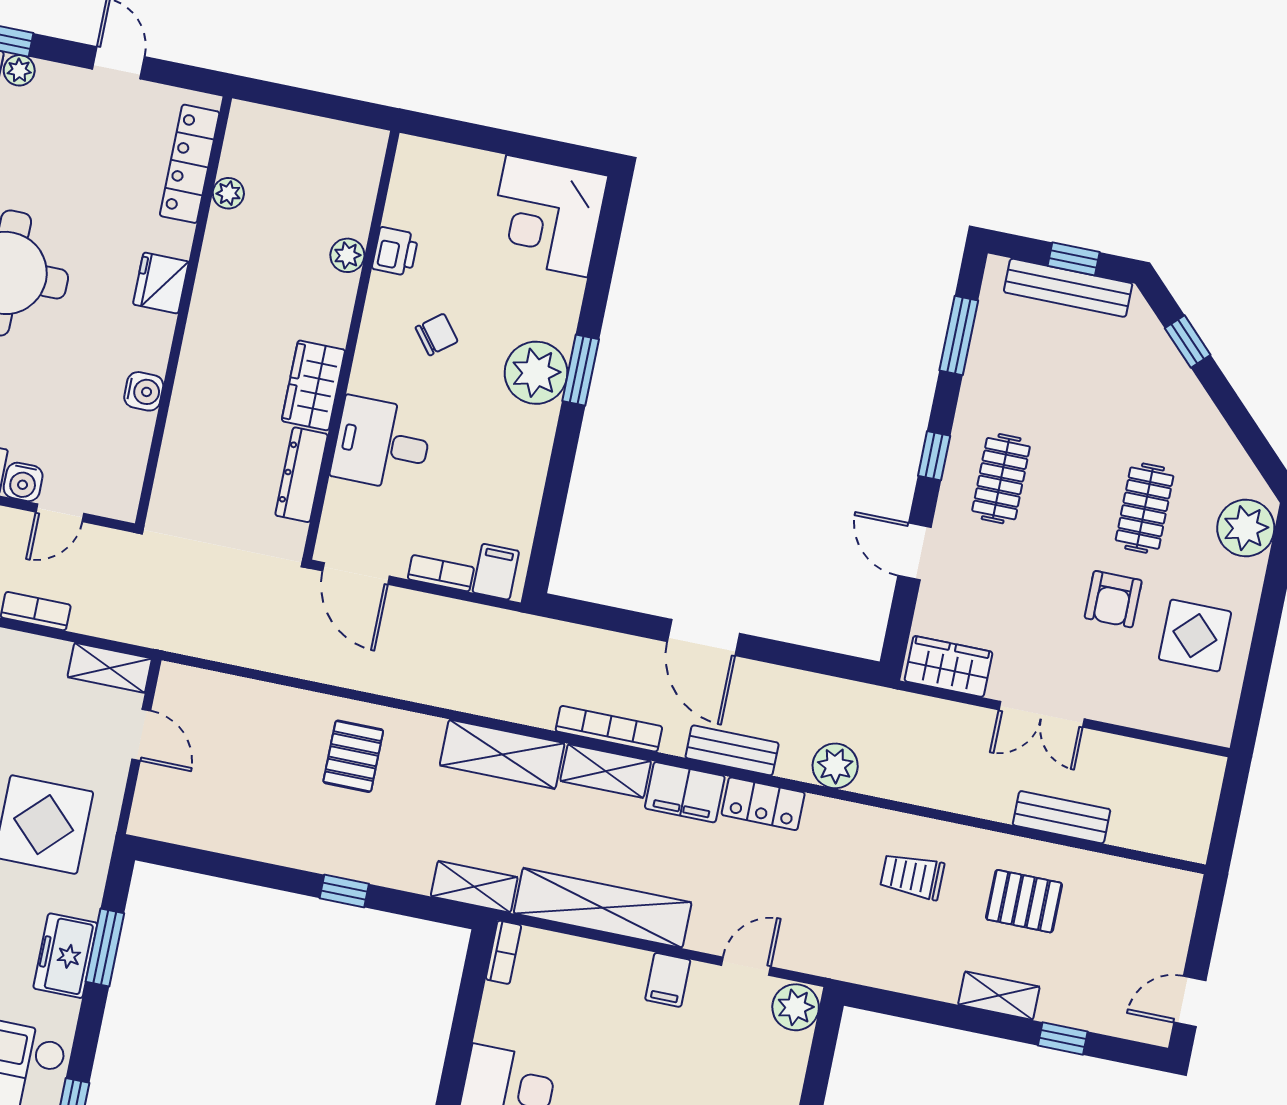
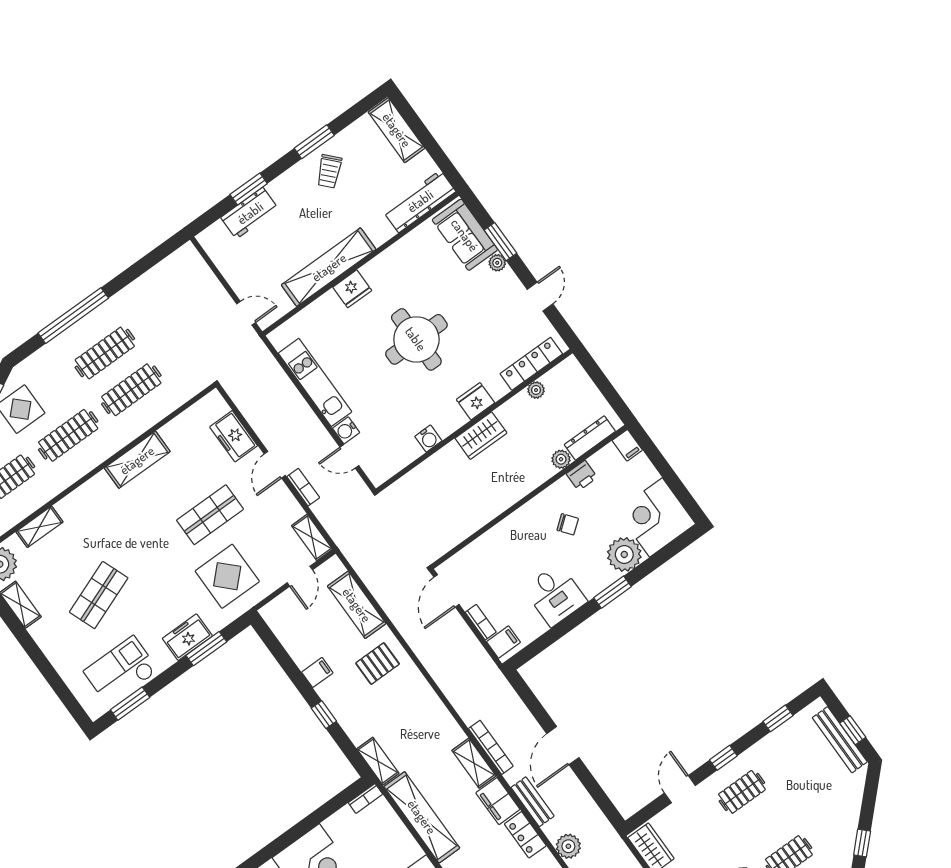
filing cabinet: (419, 155) -> (627, 445), added
window: (959, 335) -> (778, 718), width x0.67
window: (1188, 341) -> (862, 843), moved
plant: (536, 373) -> (624, 554), moved
wardrobe: (313, 385) -> (481, 436), moved, turned 180
desk: (382, 444) -> (555, 595), moved, turned 180
dresser: (302, 475) -> (590, 438), moved
shelving: (502, 754) -> (357, 605), moved
filing cabinet: (283, 843) -> (317, 672), added

